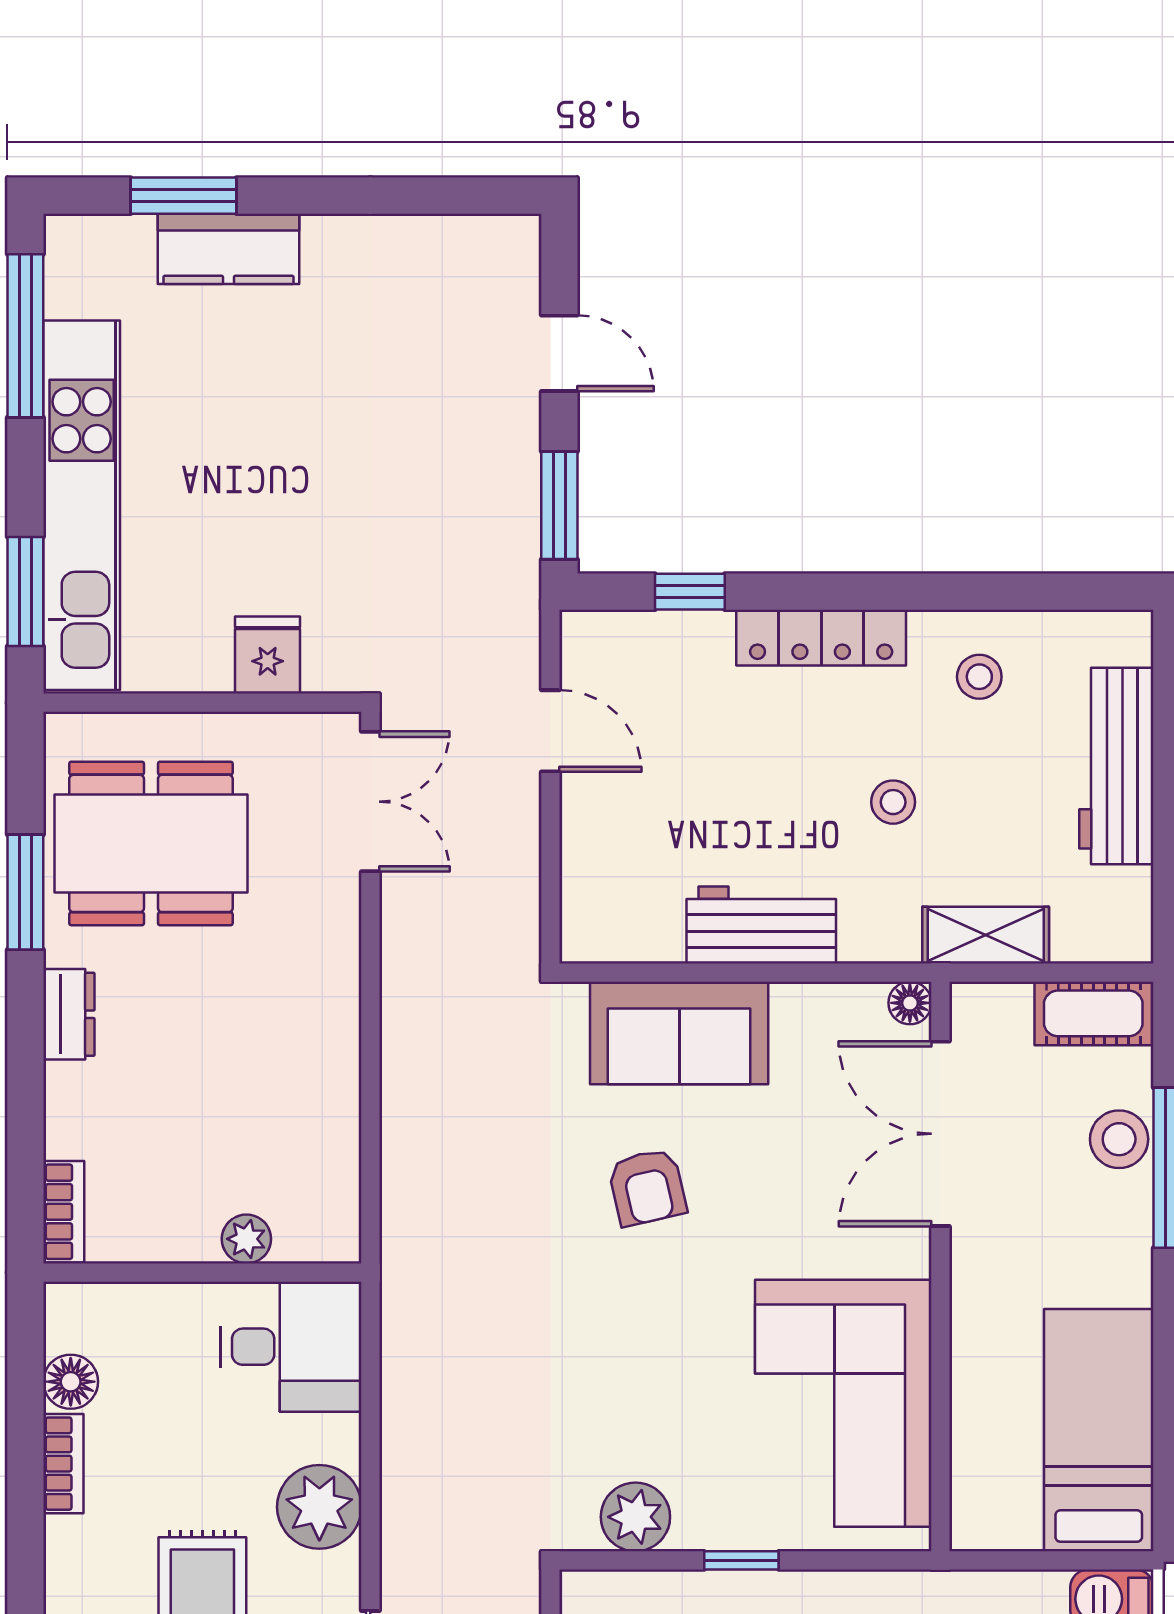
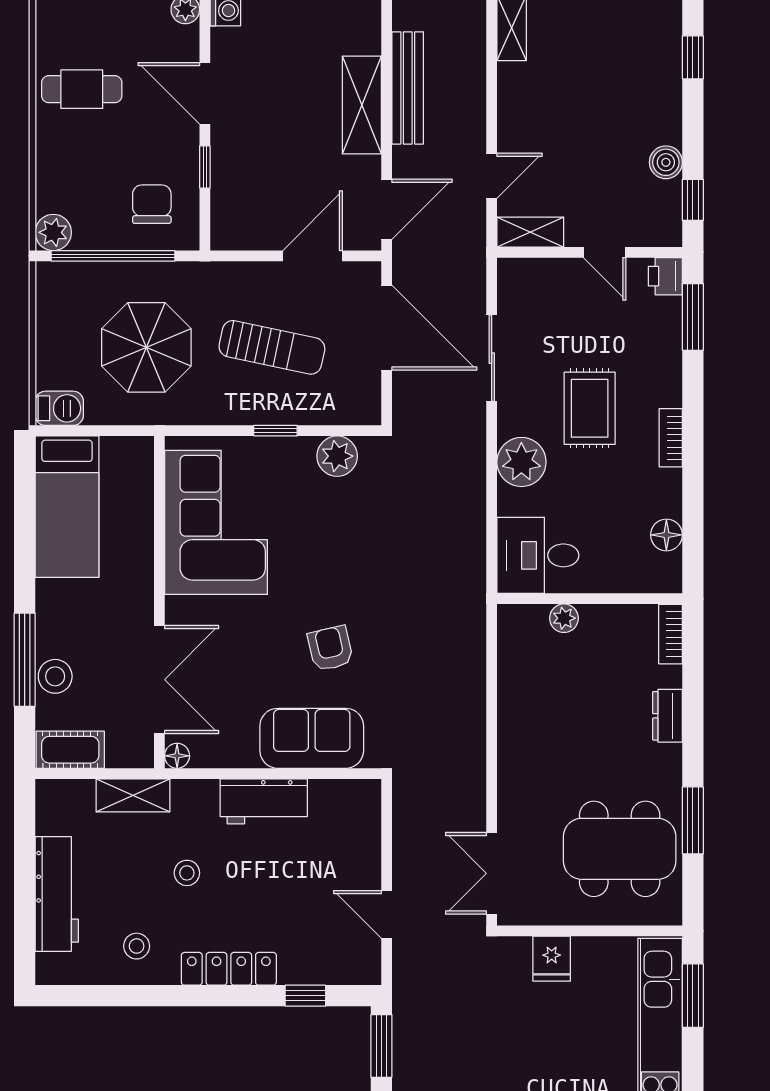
dresser: (69, 1014) -> (667, 716), moved
bookcase: (63, 1464) -> (671, 438), moved

